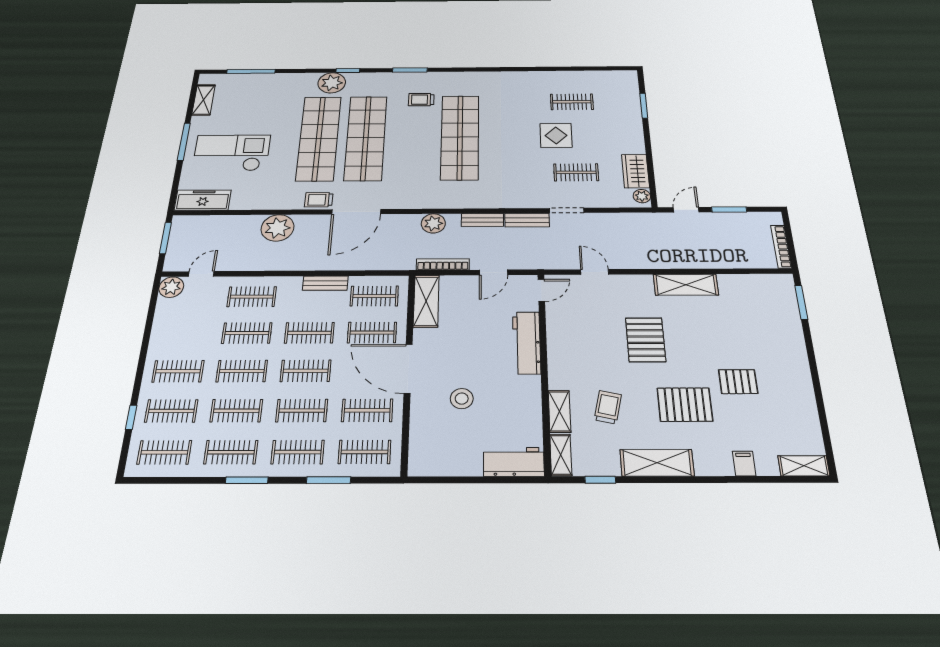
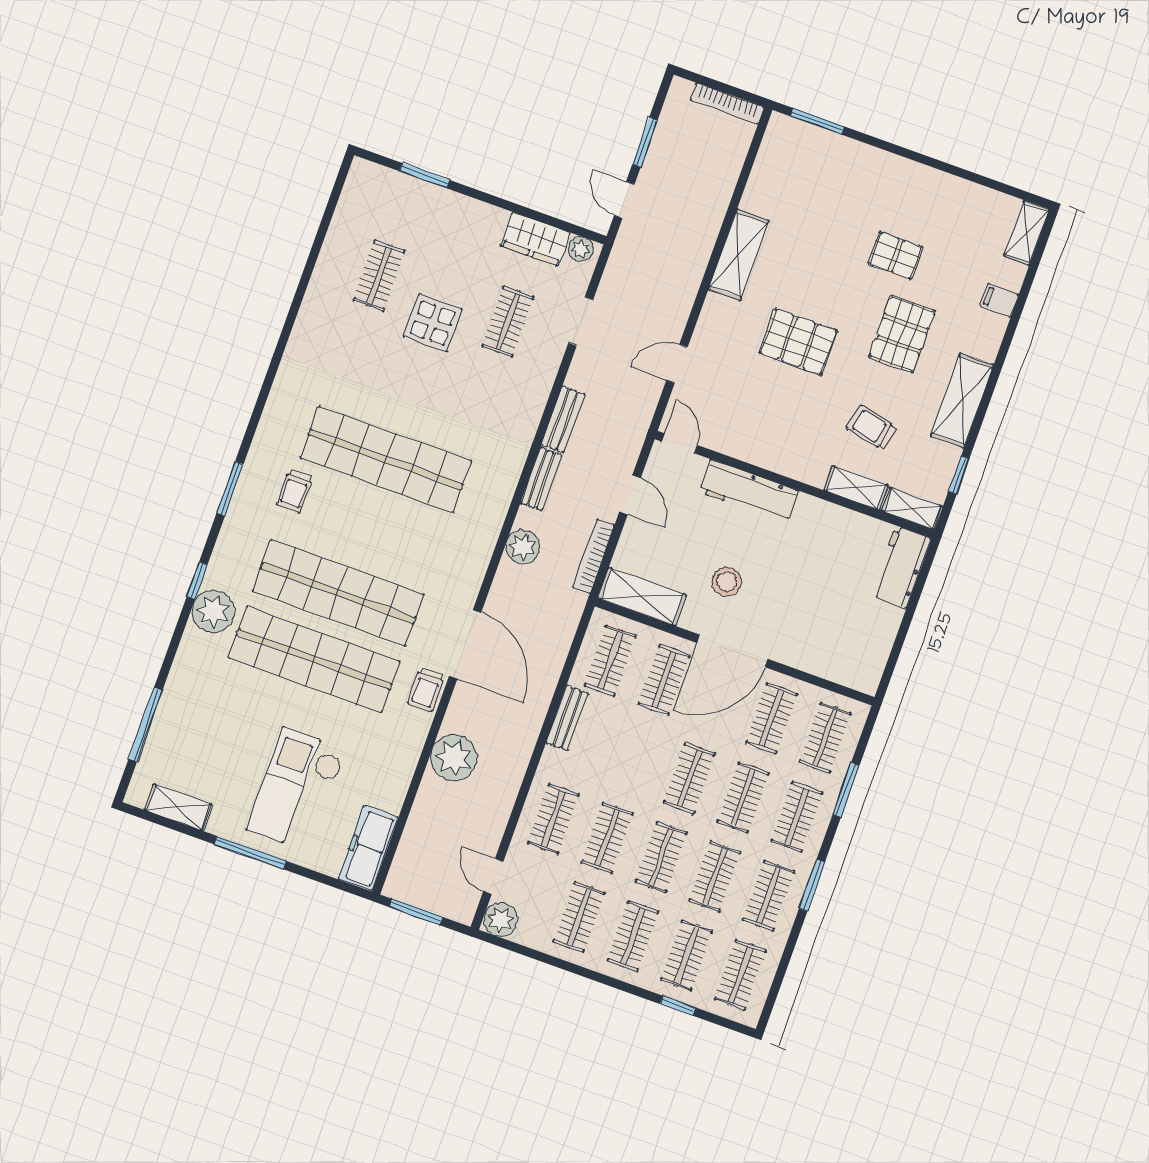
doorway: (567, 210) -> (581, 321), moved
clothes rail: (309, 333) -> (579, 917), moved
pallet: (738, 382) -> (895, 255), turned 90
stool: (462, 399) -> (727, 582), moved

